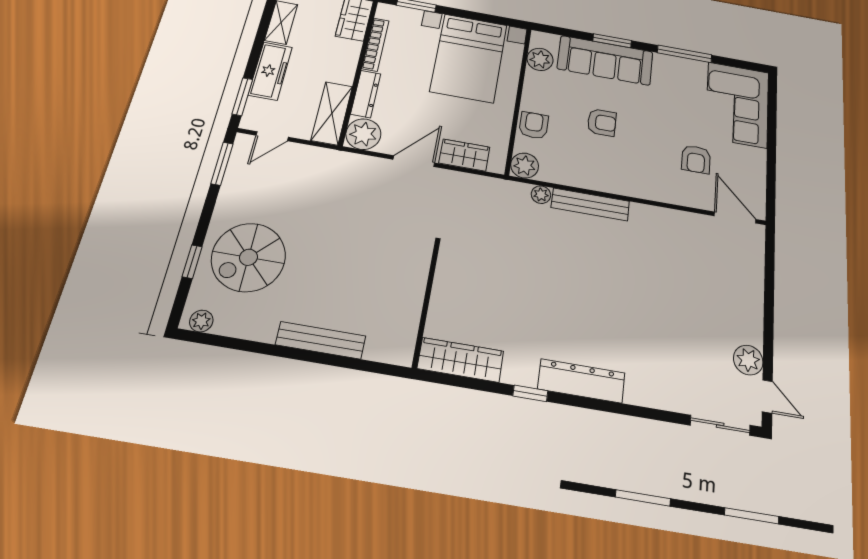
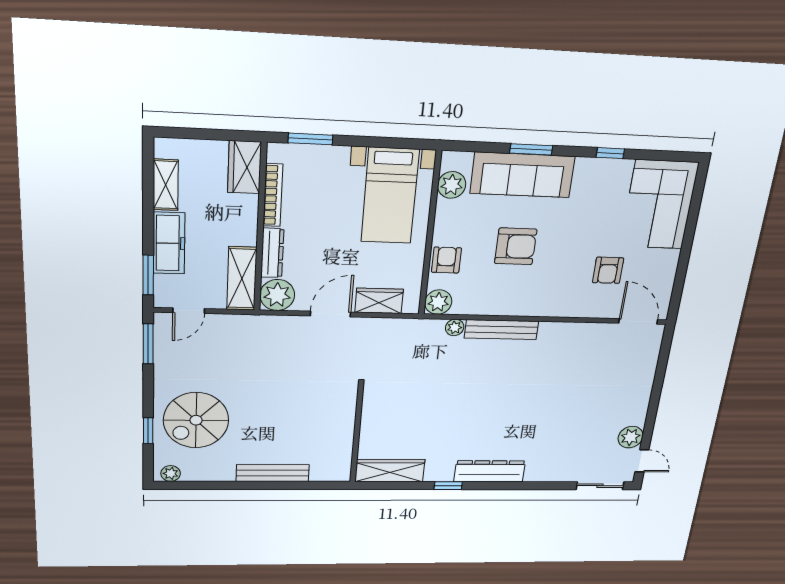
window: (685, 54) -> (610, 153), width x0.46
bed with nightstands: (469, 58) -> (390, 196), width x0.73
armchair: (602, 122) -> (516, 246), width x1.38, depth x1.38

